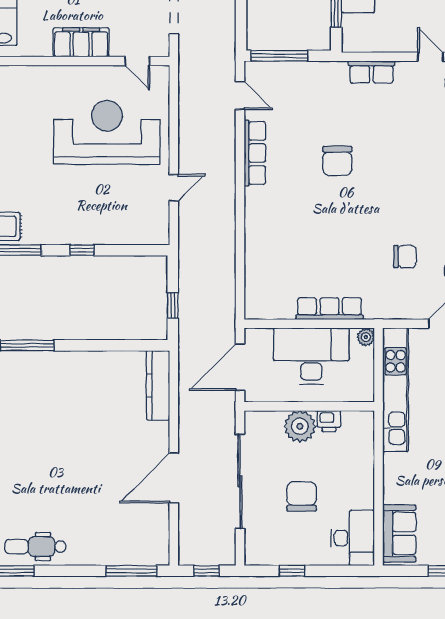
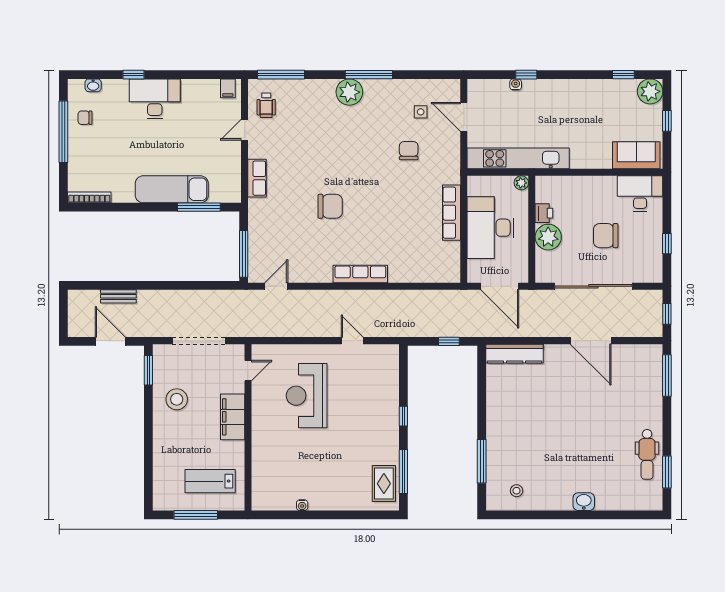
reception desk: (107, 132) -> (307, 396), width x0.74, depth x0.77
row of seats: (255, 153) -> (360, 274), moved
plant: (366, 337) -> (521, 183), moved

